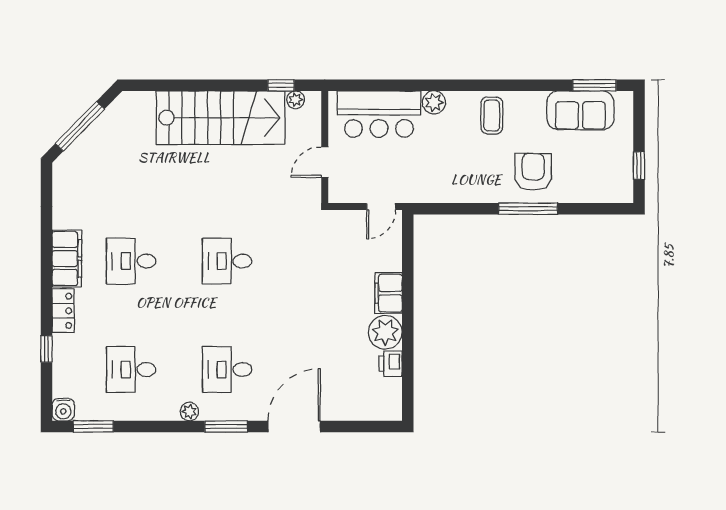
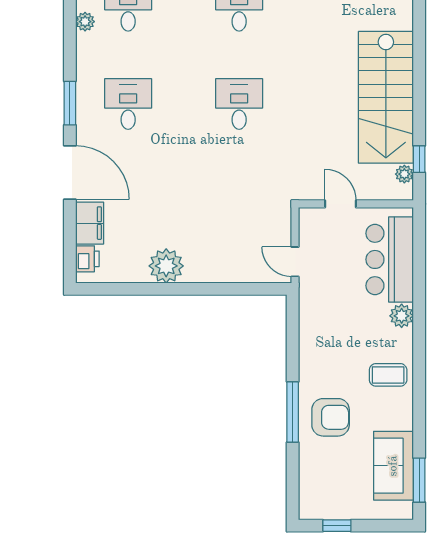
filing cabinet: (389, 293) -> (90, 223), moved, turned 90
printer: (391, 364) -> (87, 259), moved, turned 90
plant: (189, 412) -> (85, 22), moved

